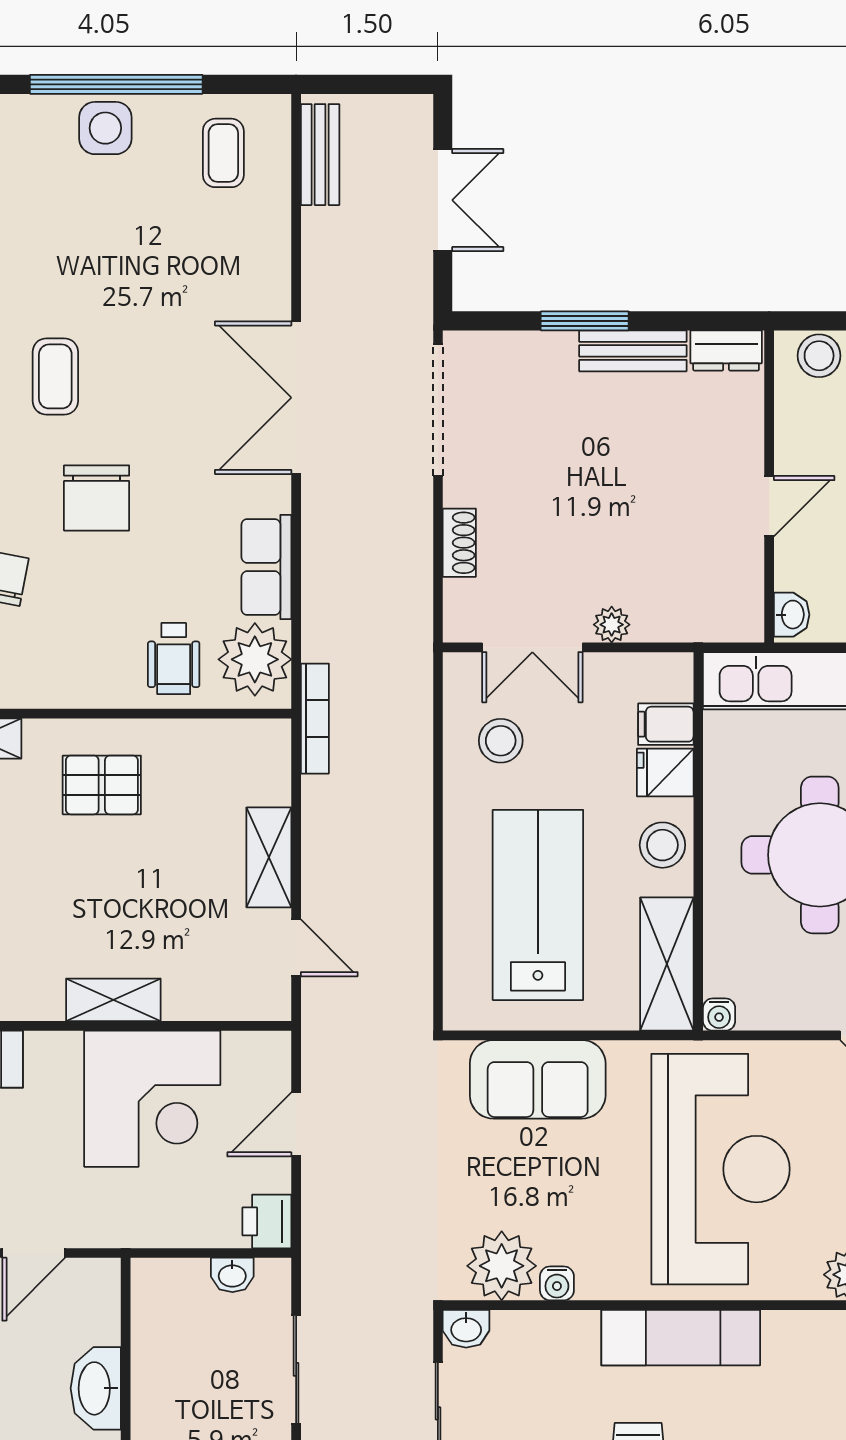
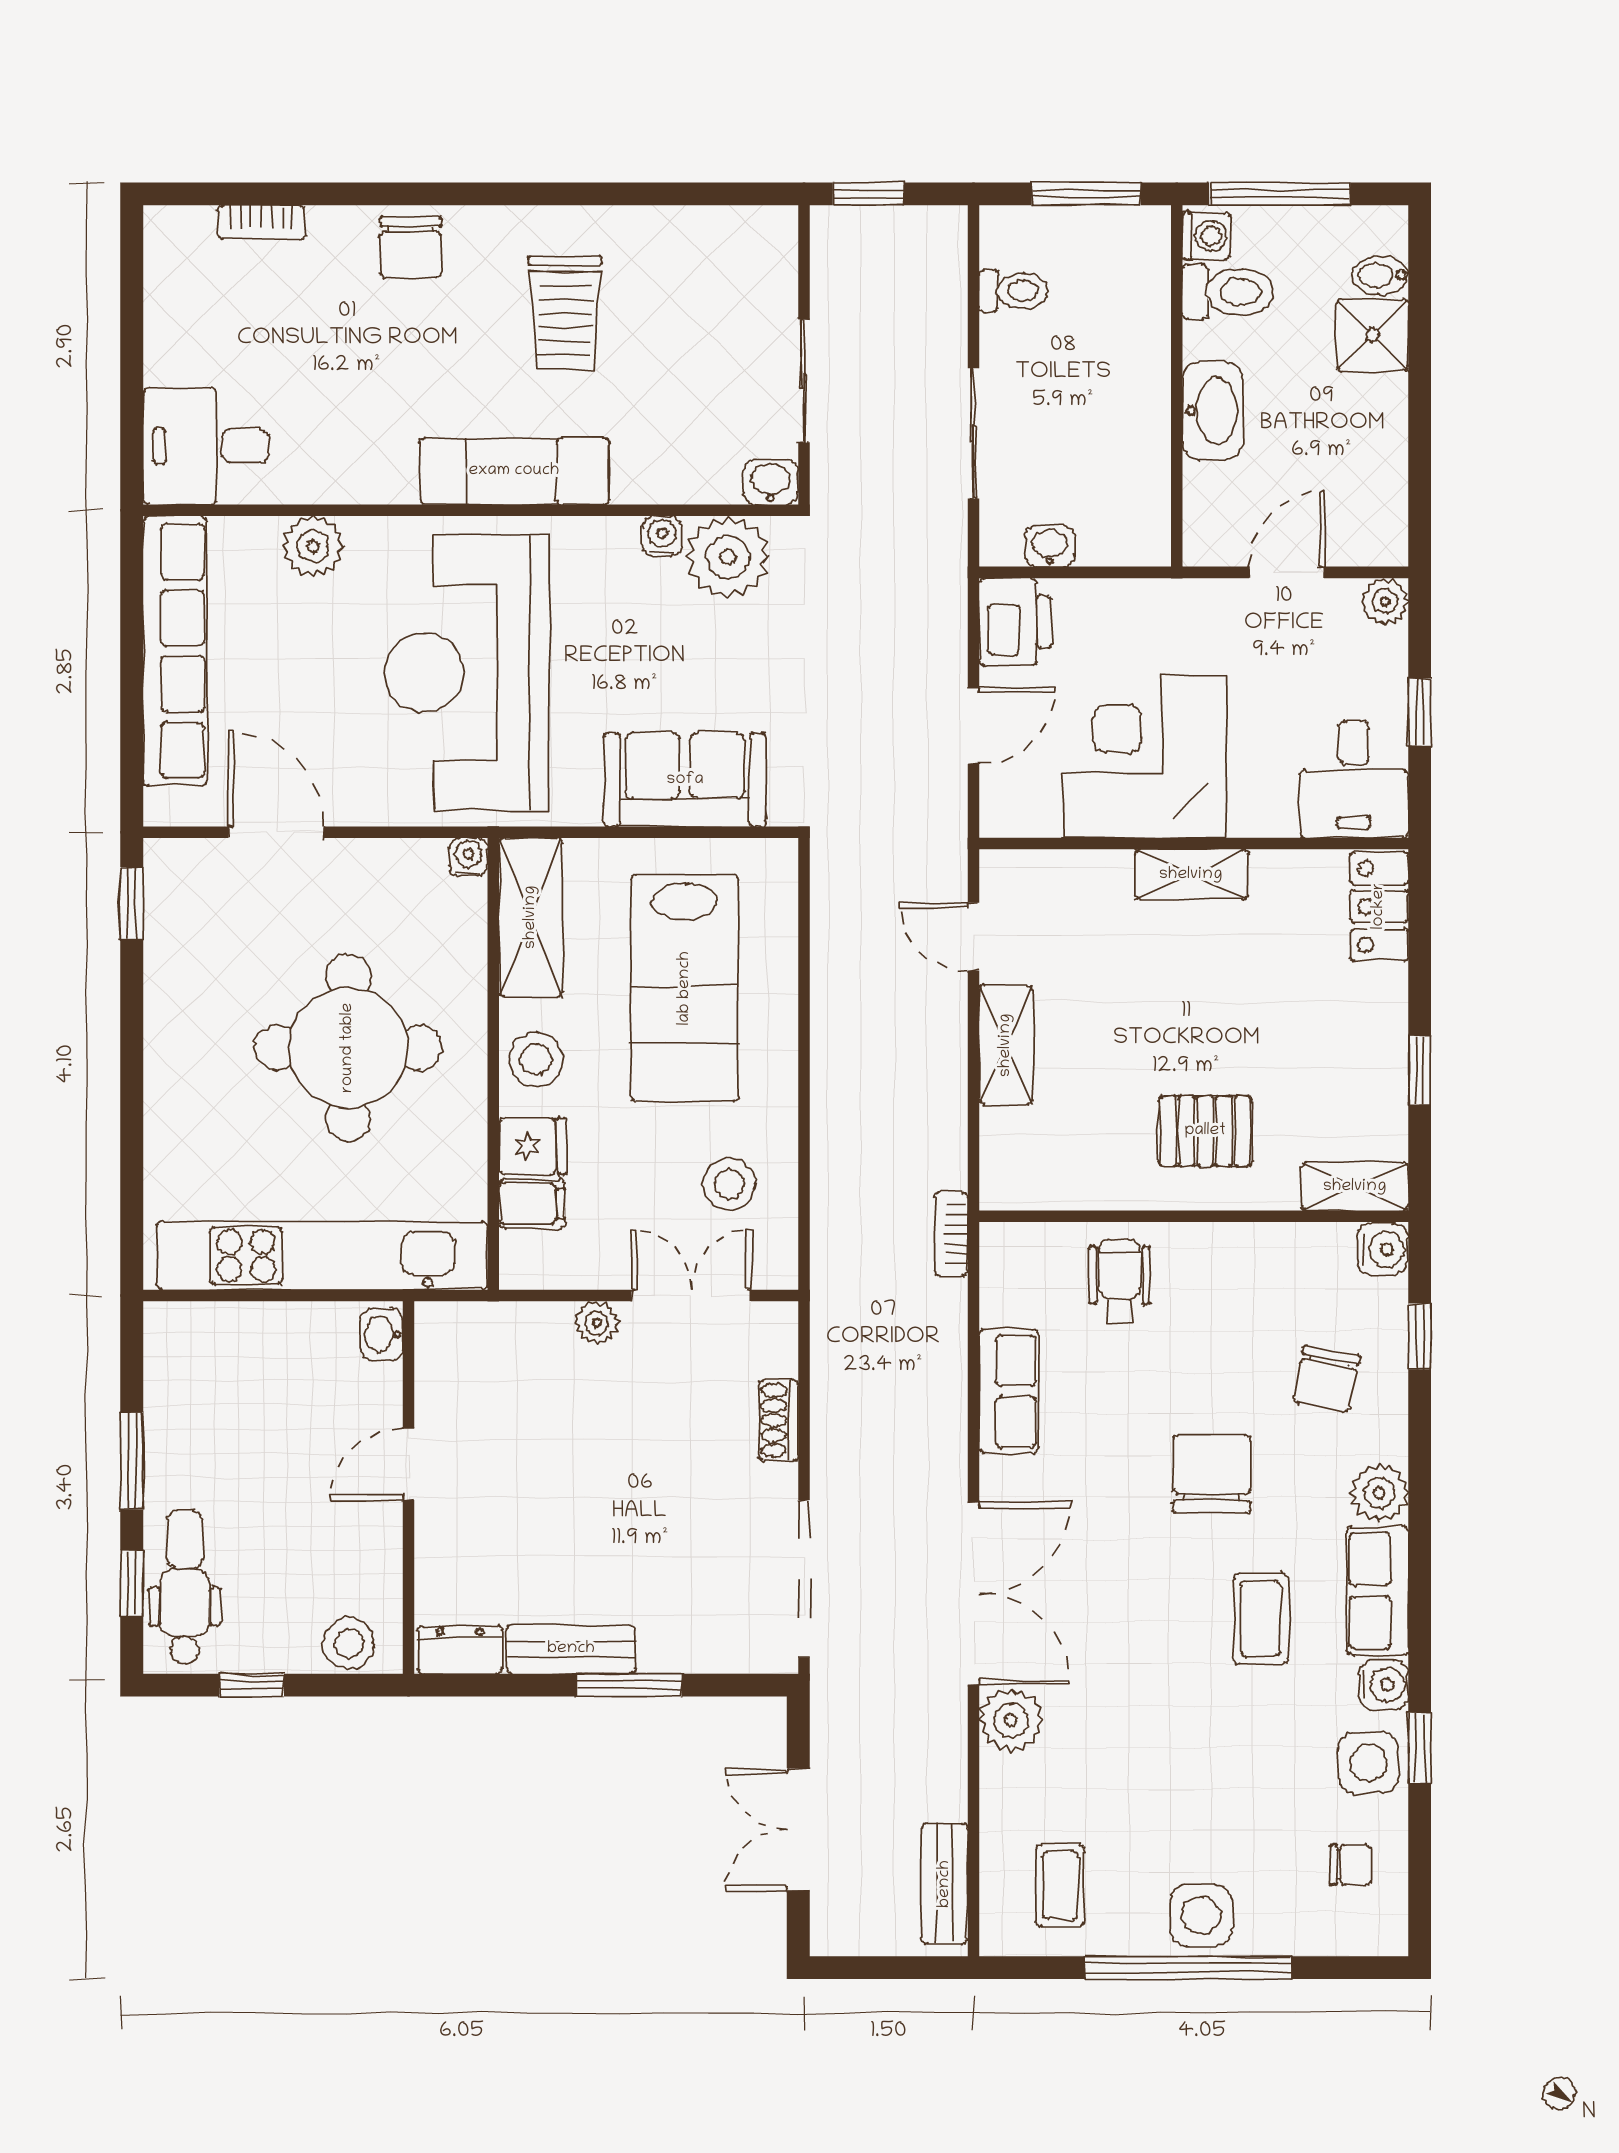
plant: (255, 659) -> (1011, 1720), moved, width x0.73, depth x0.73
bookcase: (315, 719) -> (951, 1234), width x0.64
printer: (267, 1221) -> (1015, 622), width x1.36, depth x1.24

